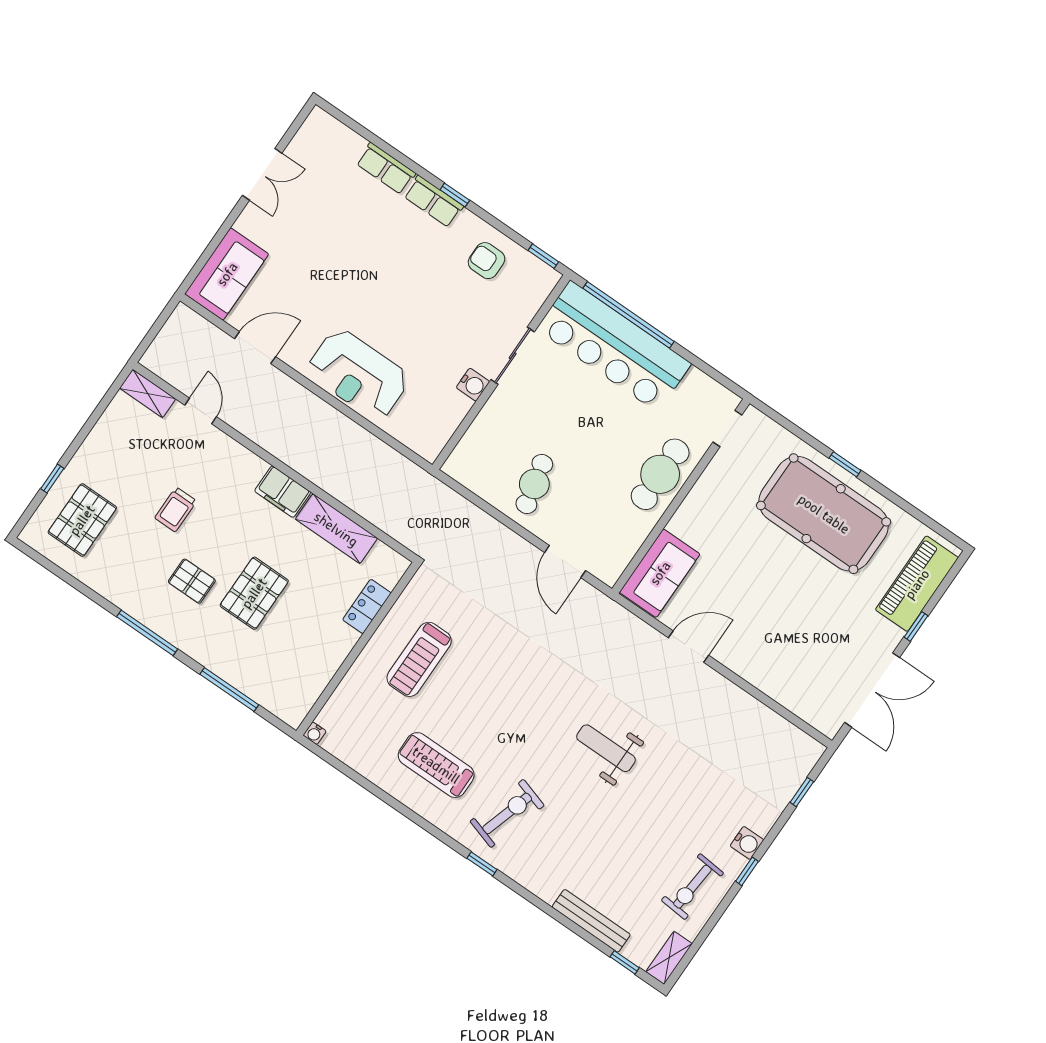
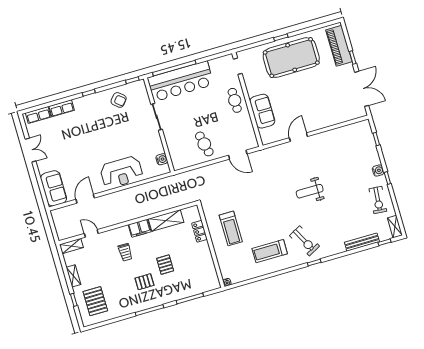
row of seats: (433, 201) -> (38, 115), moved
armchair: (487, 261) -> (119, 100), turned -140
water cooler: (473, 385) -> (162, 159), moved
shelving: (96, 442) -> (73, 276), added
cafe table: (660, 474) -> (235, 100), width x0.73, depth x0.74
trolley: (176, 509) -> (125, 252), moved
sofa: (660, 573) -> (262, 111), moved
pallet: (254, 593) -> (165, 265), width x0.67, depth x0.71
exercise bike: (507, 813) -> (304, 241), turned 135

